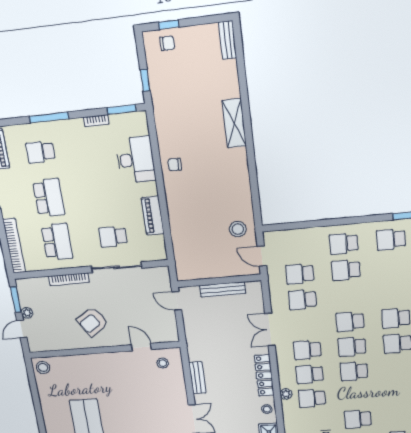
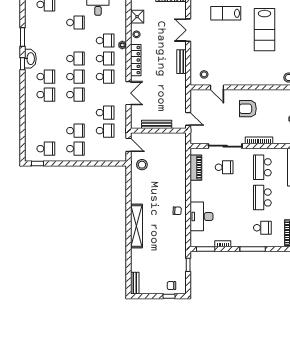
shelving: (234, 123) -> (136, 226), width x1.47
piano: (153, 216) -> (196, 168), moved
armchair: (92, 322) -> (248, 109), turned -148

